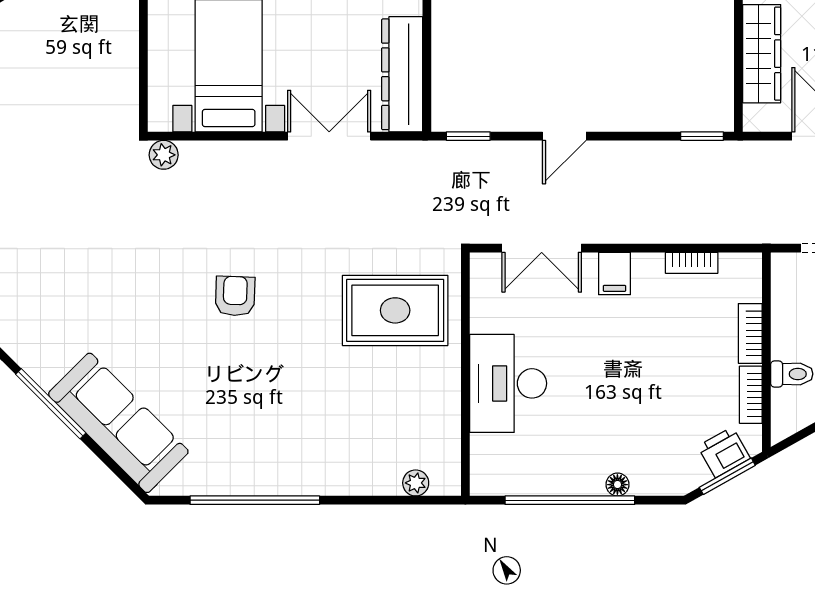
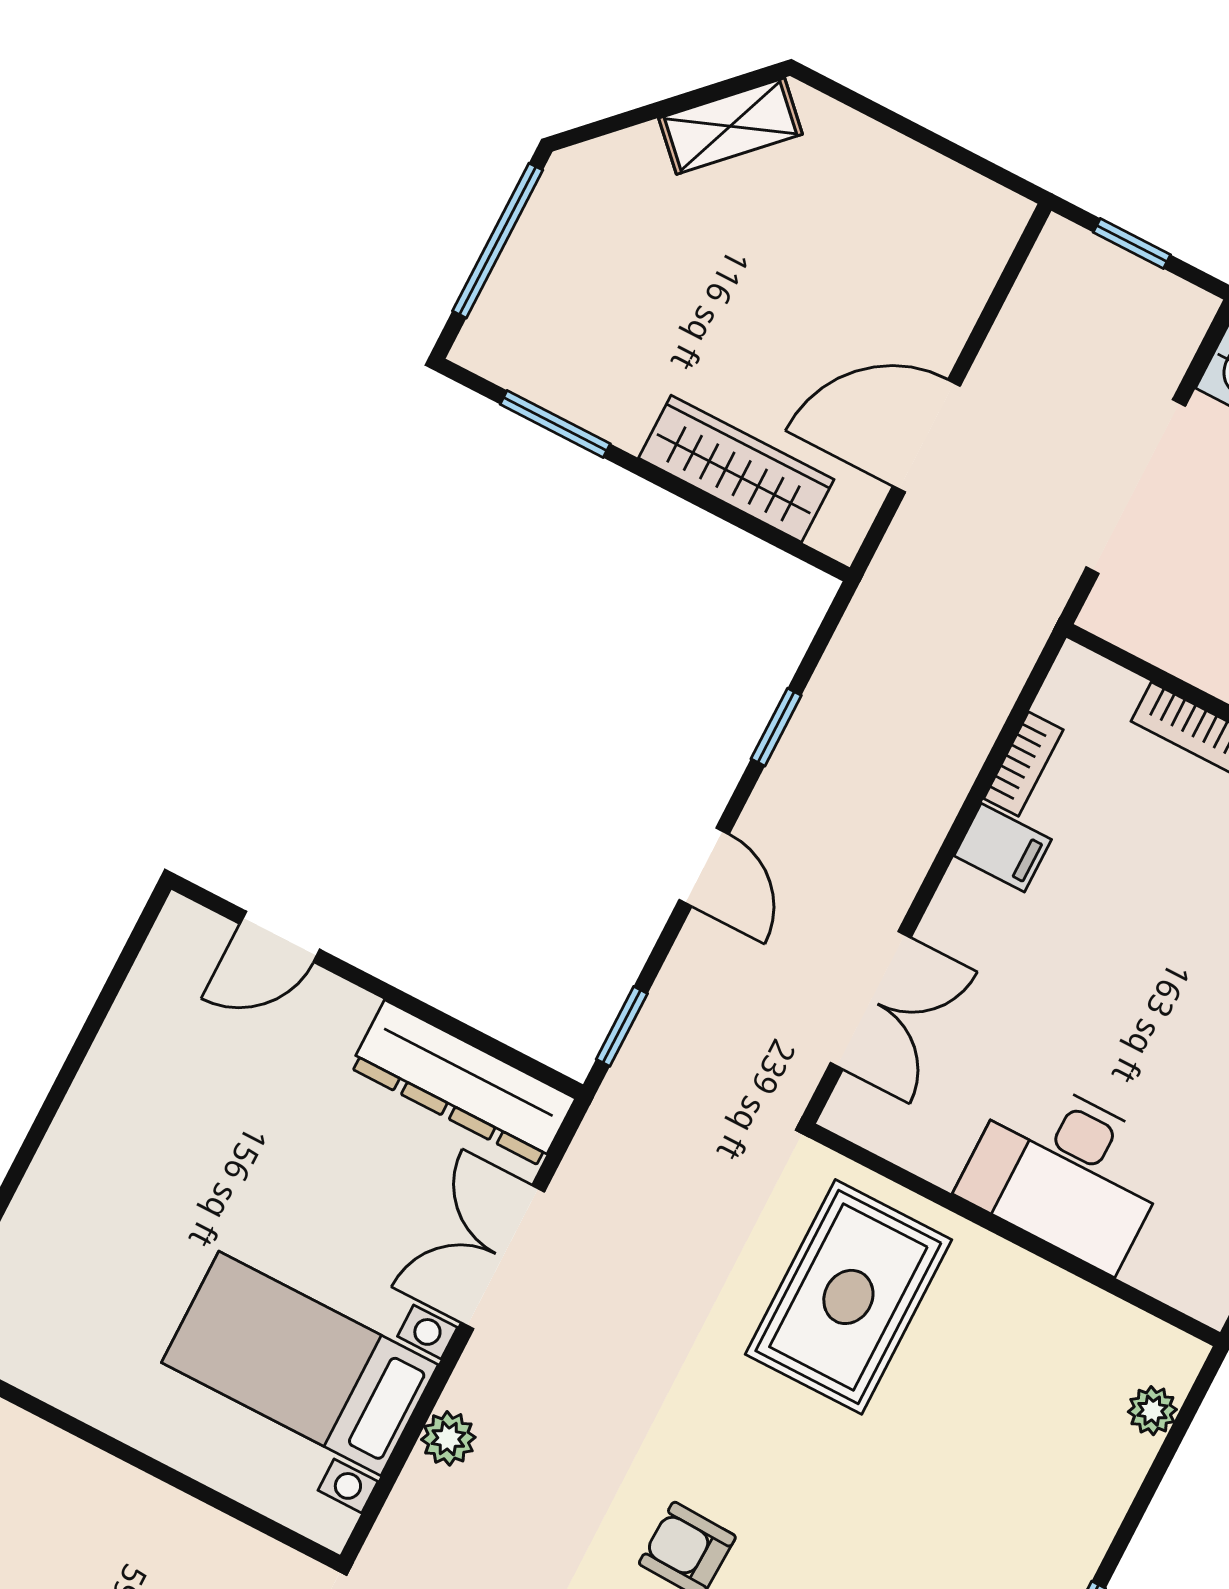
window: (702, 136) -> (776, 727), moved
plant: (164, 155) -> (448, 1438), moved
filing cabinet: (615, 274) -> (1003, 848), moved

